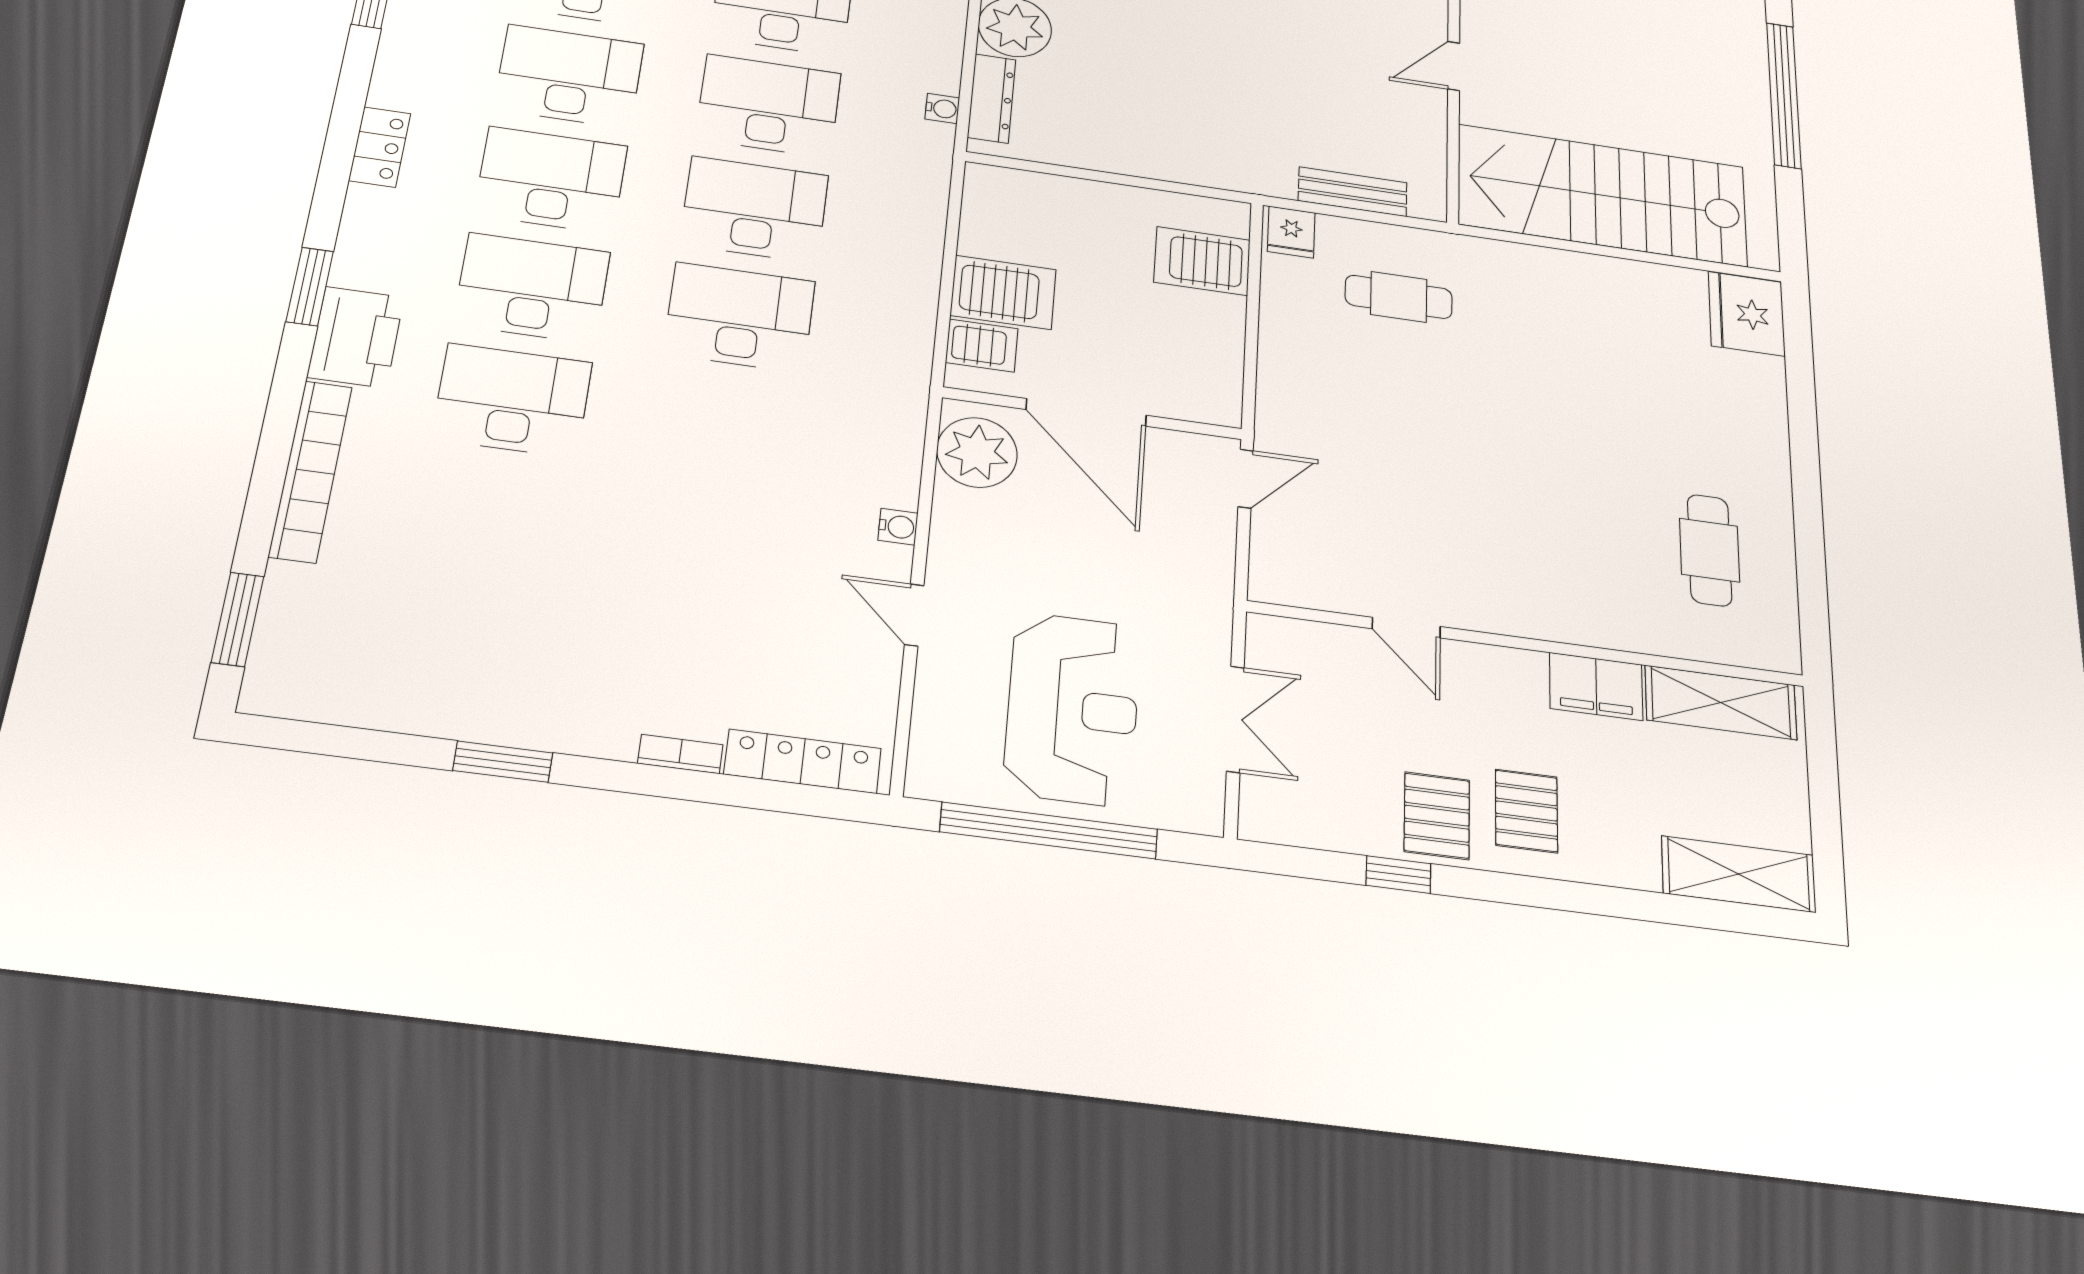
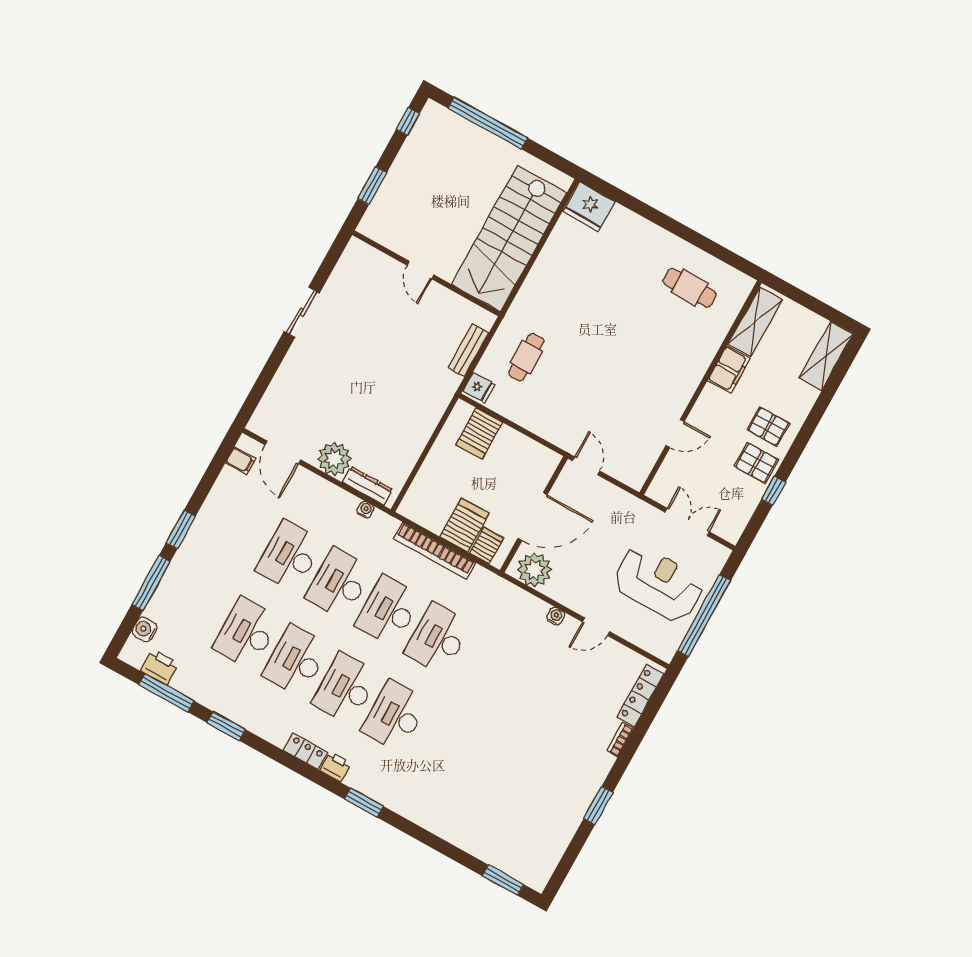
printer: (356, 337) -> (336, 767), moved, width x0.53, depth x0.68
desk: (512, 400) -> (444, 743), removed
bookcase: (311, 471) -> (435, 551), moved, turned 180

